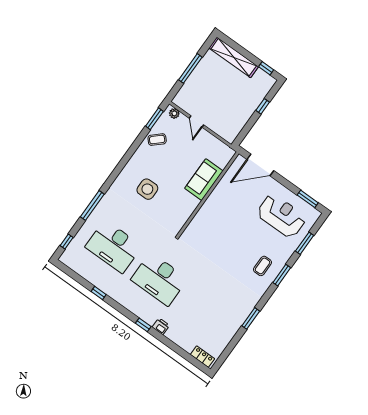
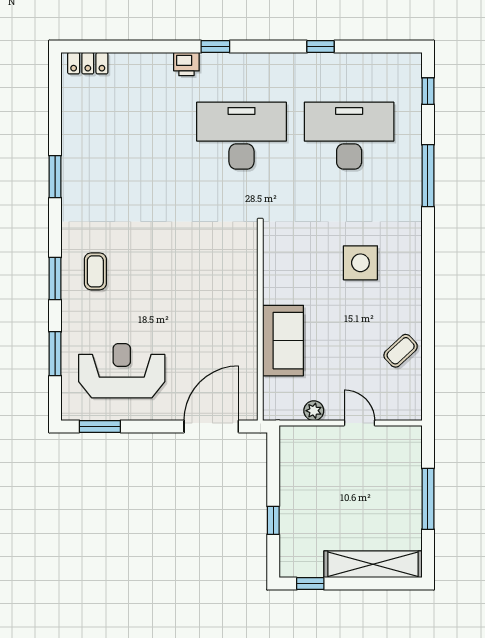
plant: (174, 113) -> (314, 411), moved
window: (154, 119) -> (428, 380), removed
reception desk: (281, 216) -> (122, 371), turned 180

